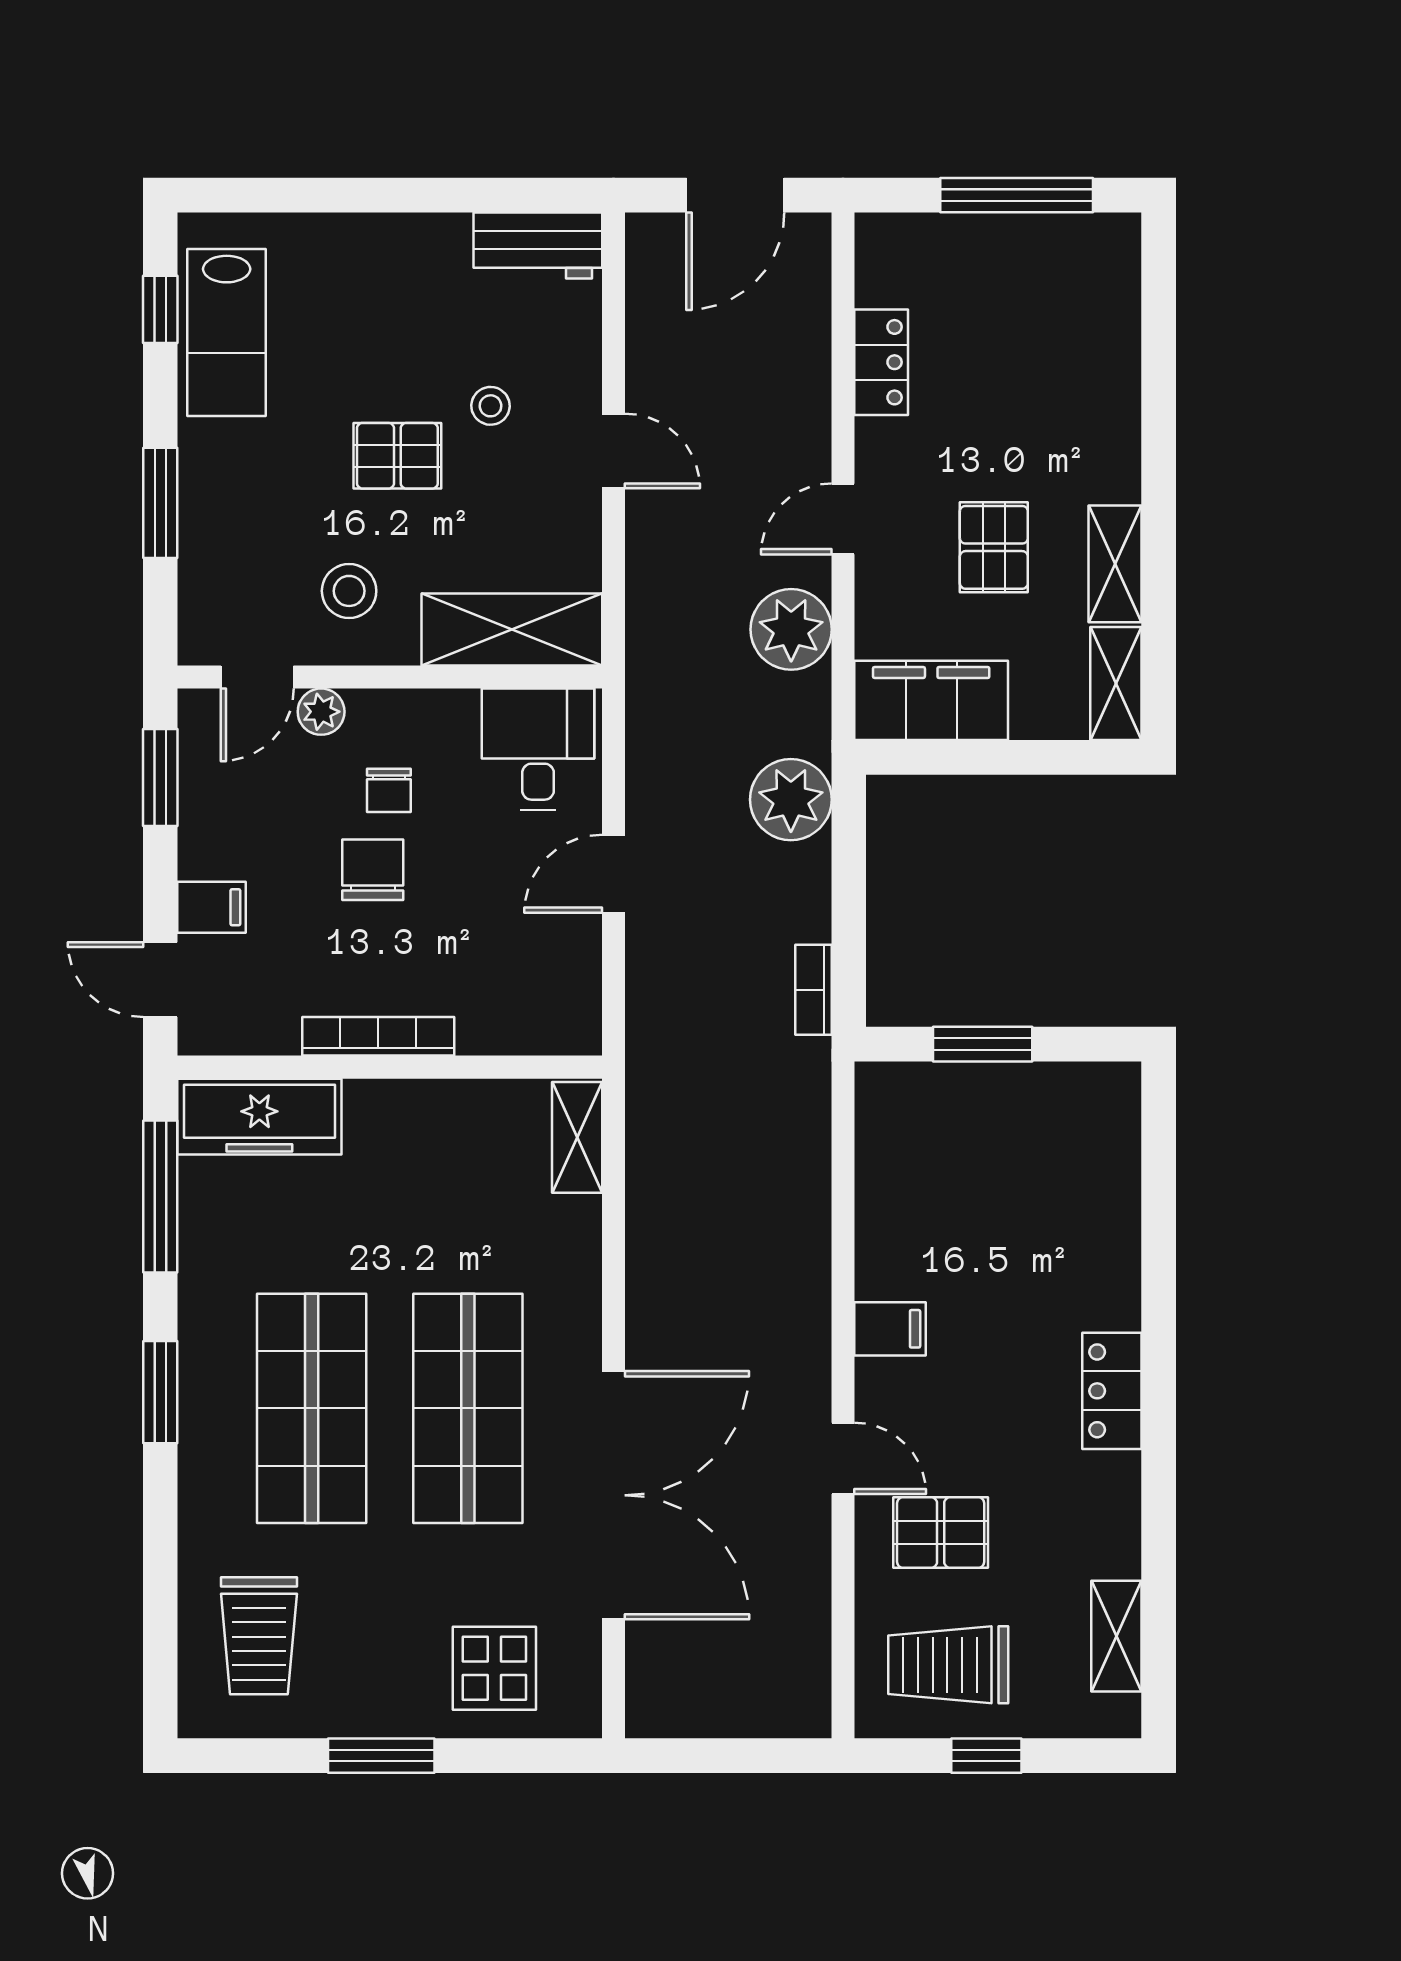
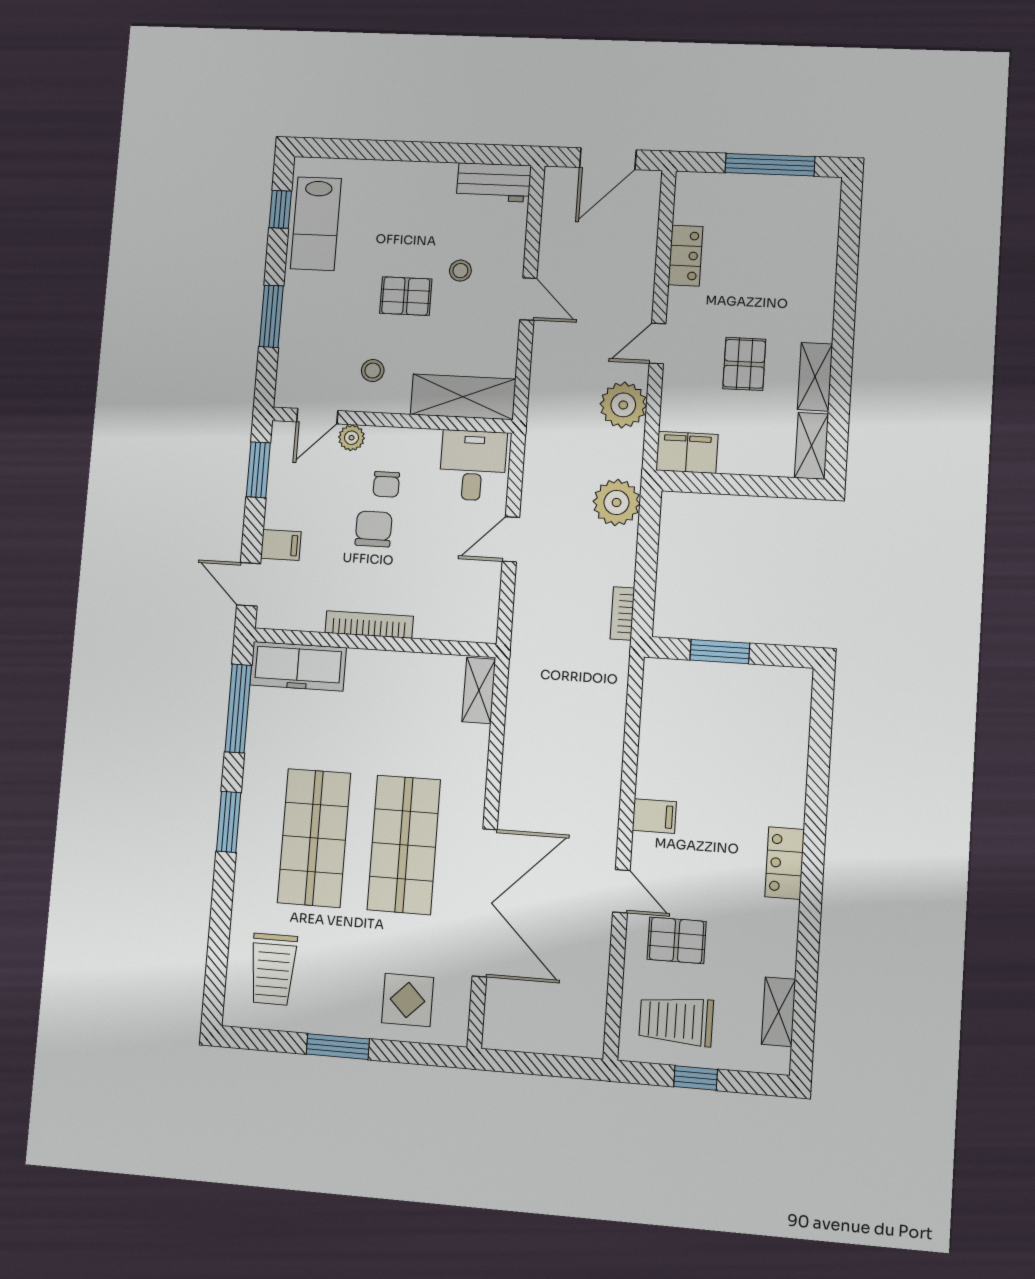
stool: (349, 591) -> (373, 371), width x0.73, depth x0.73
filing cabinet: (931, 700) -> (687, 452), width x0.67, depth x0.86

